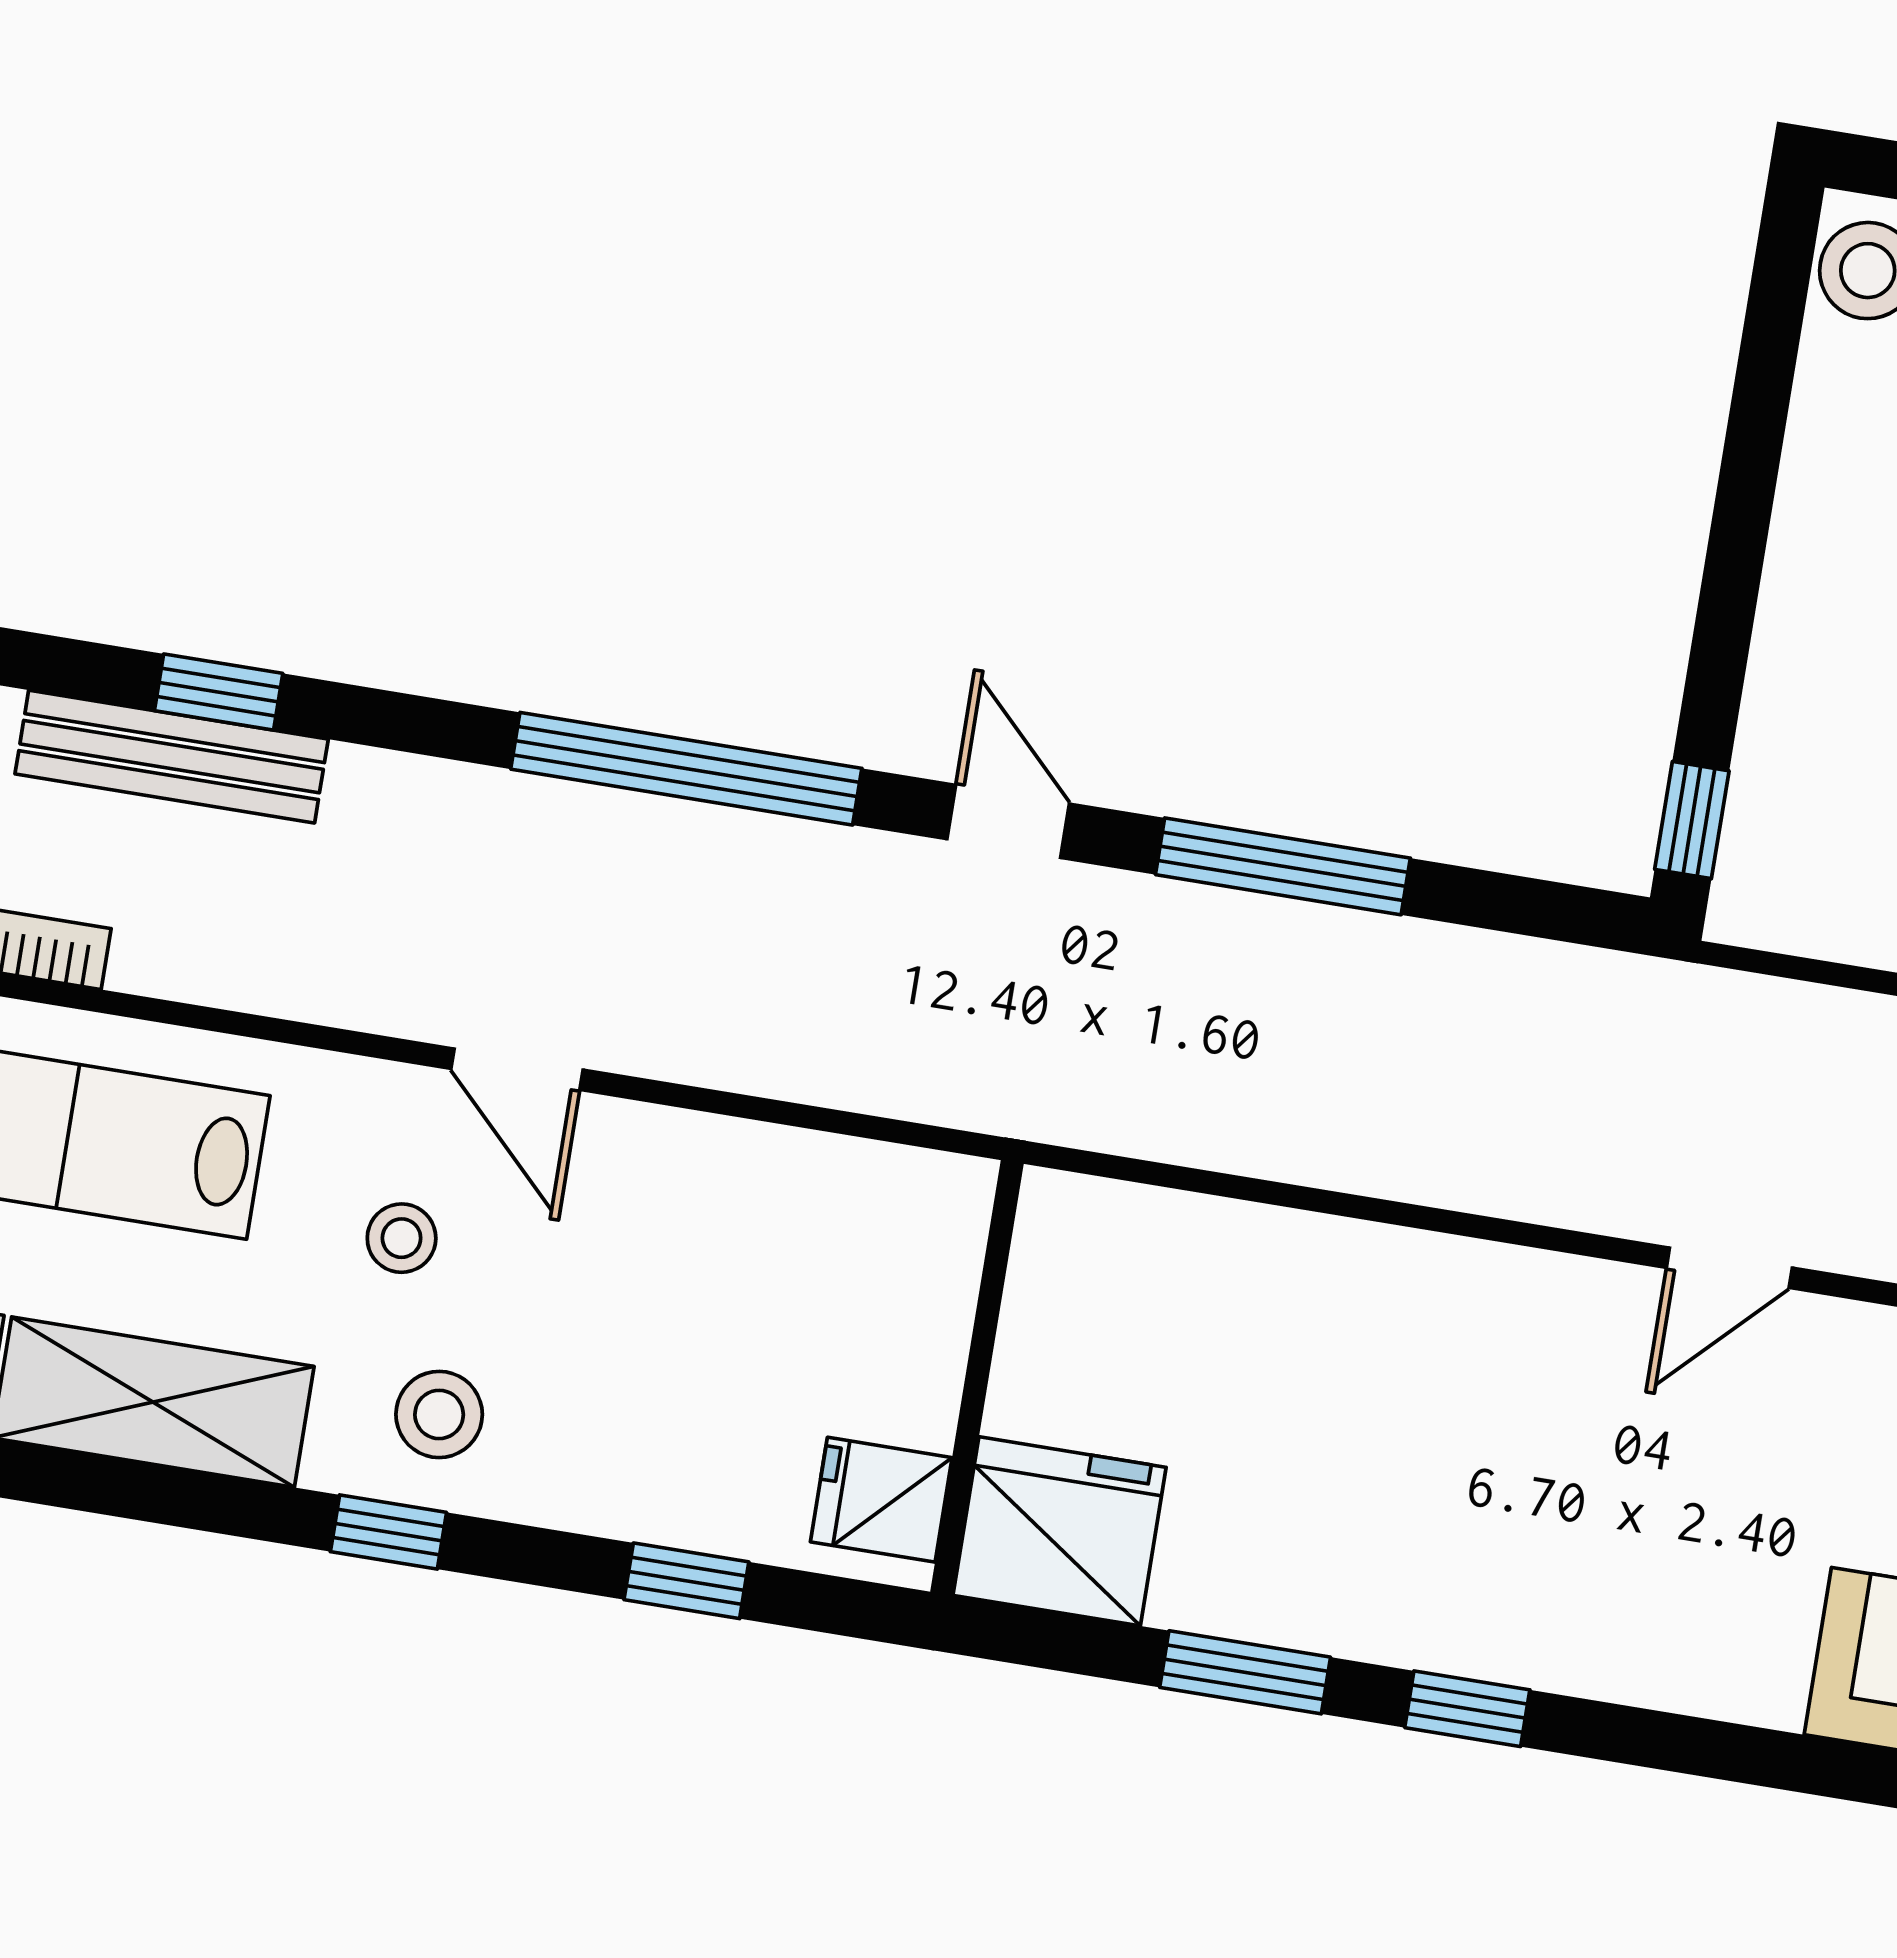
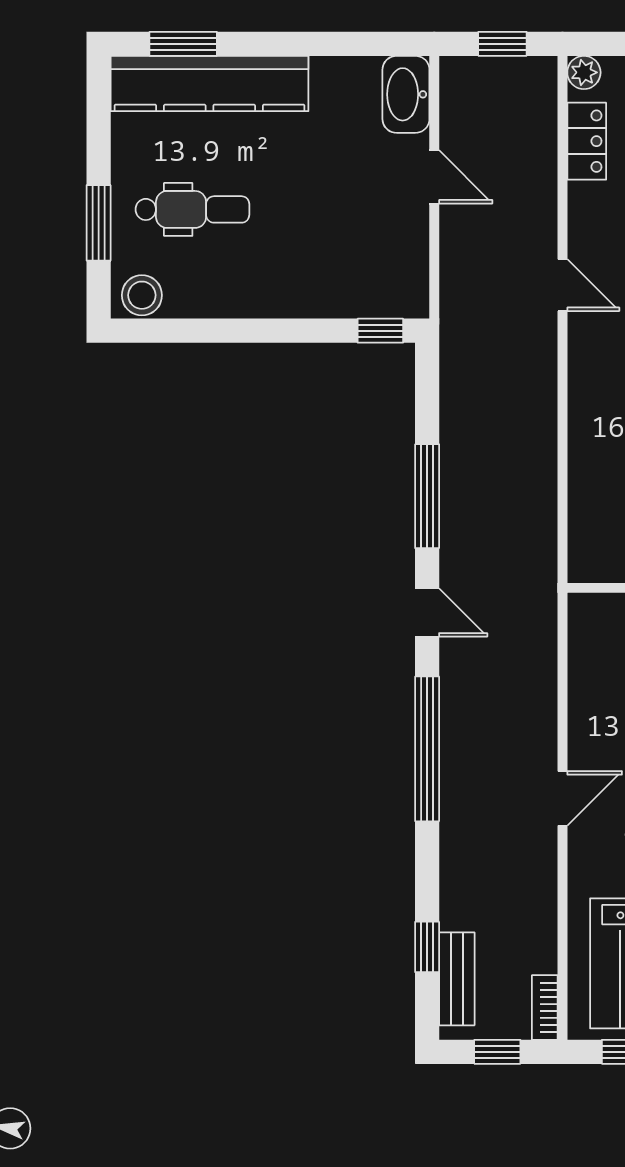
bench: (172, 757) -> (457, 979), width x0.73
door: (1008, 821) -> (427, 613), swing flipped

